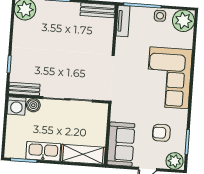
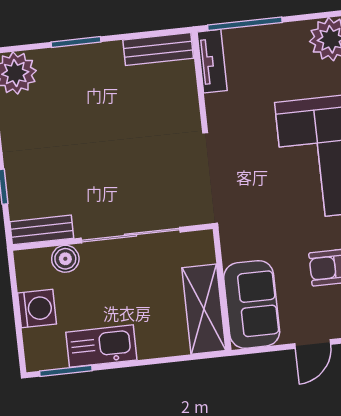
side table: (160, 16) -> (283, 38), removed
washing machine: (16, 106) -> (37, 308), moved, turned -90
shelving: (83, 154) -> (204, 309), moved, turned 90

